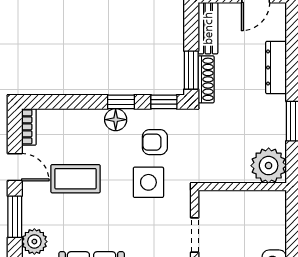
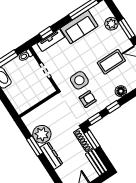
dresser: (276, 67) -> (51, 156), moved
floor lamp: (116, 120) -> (121, 91), moved
plant: (269, 166) -> (42, 134), moved

